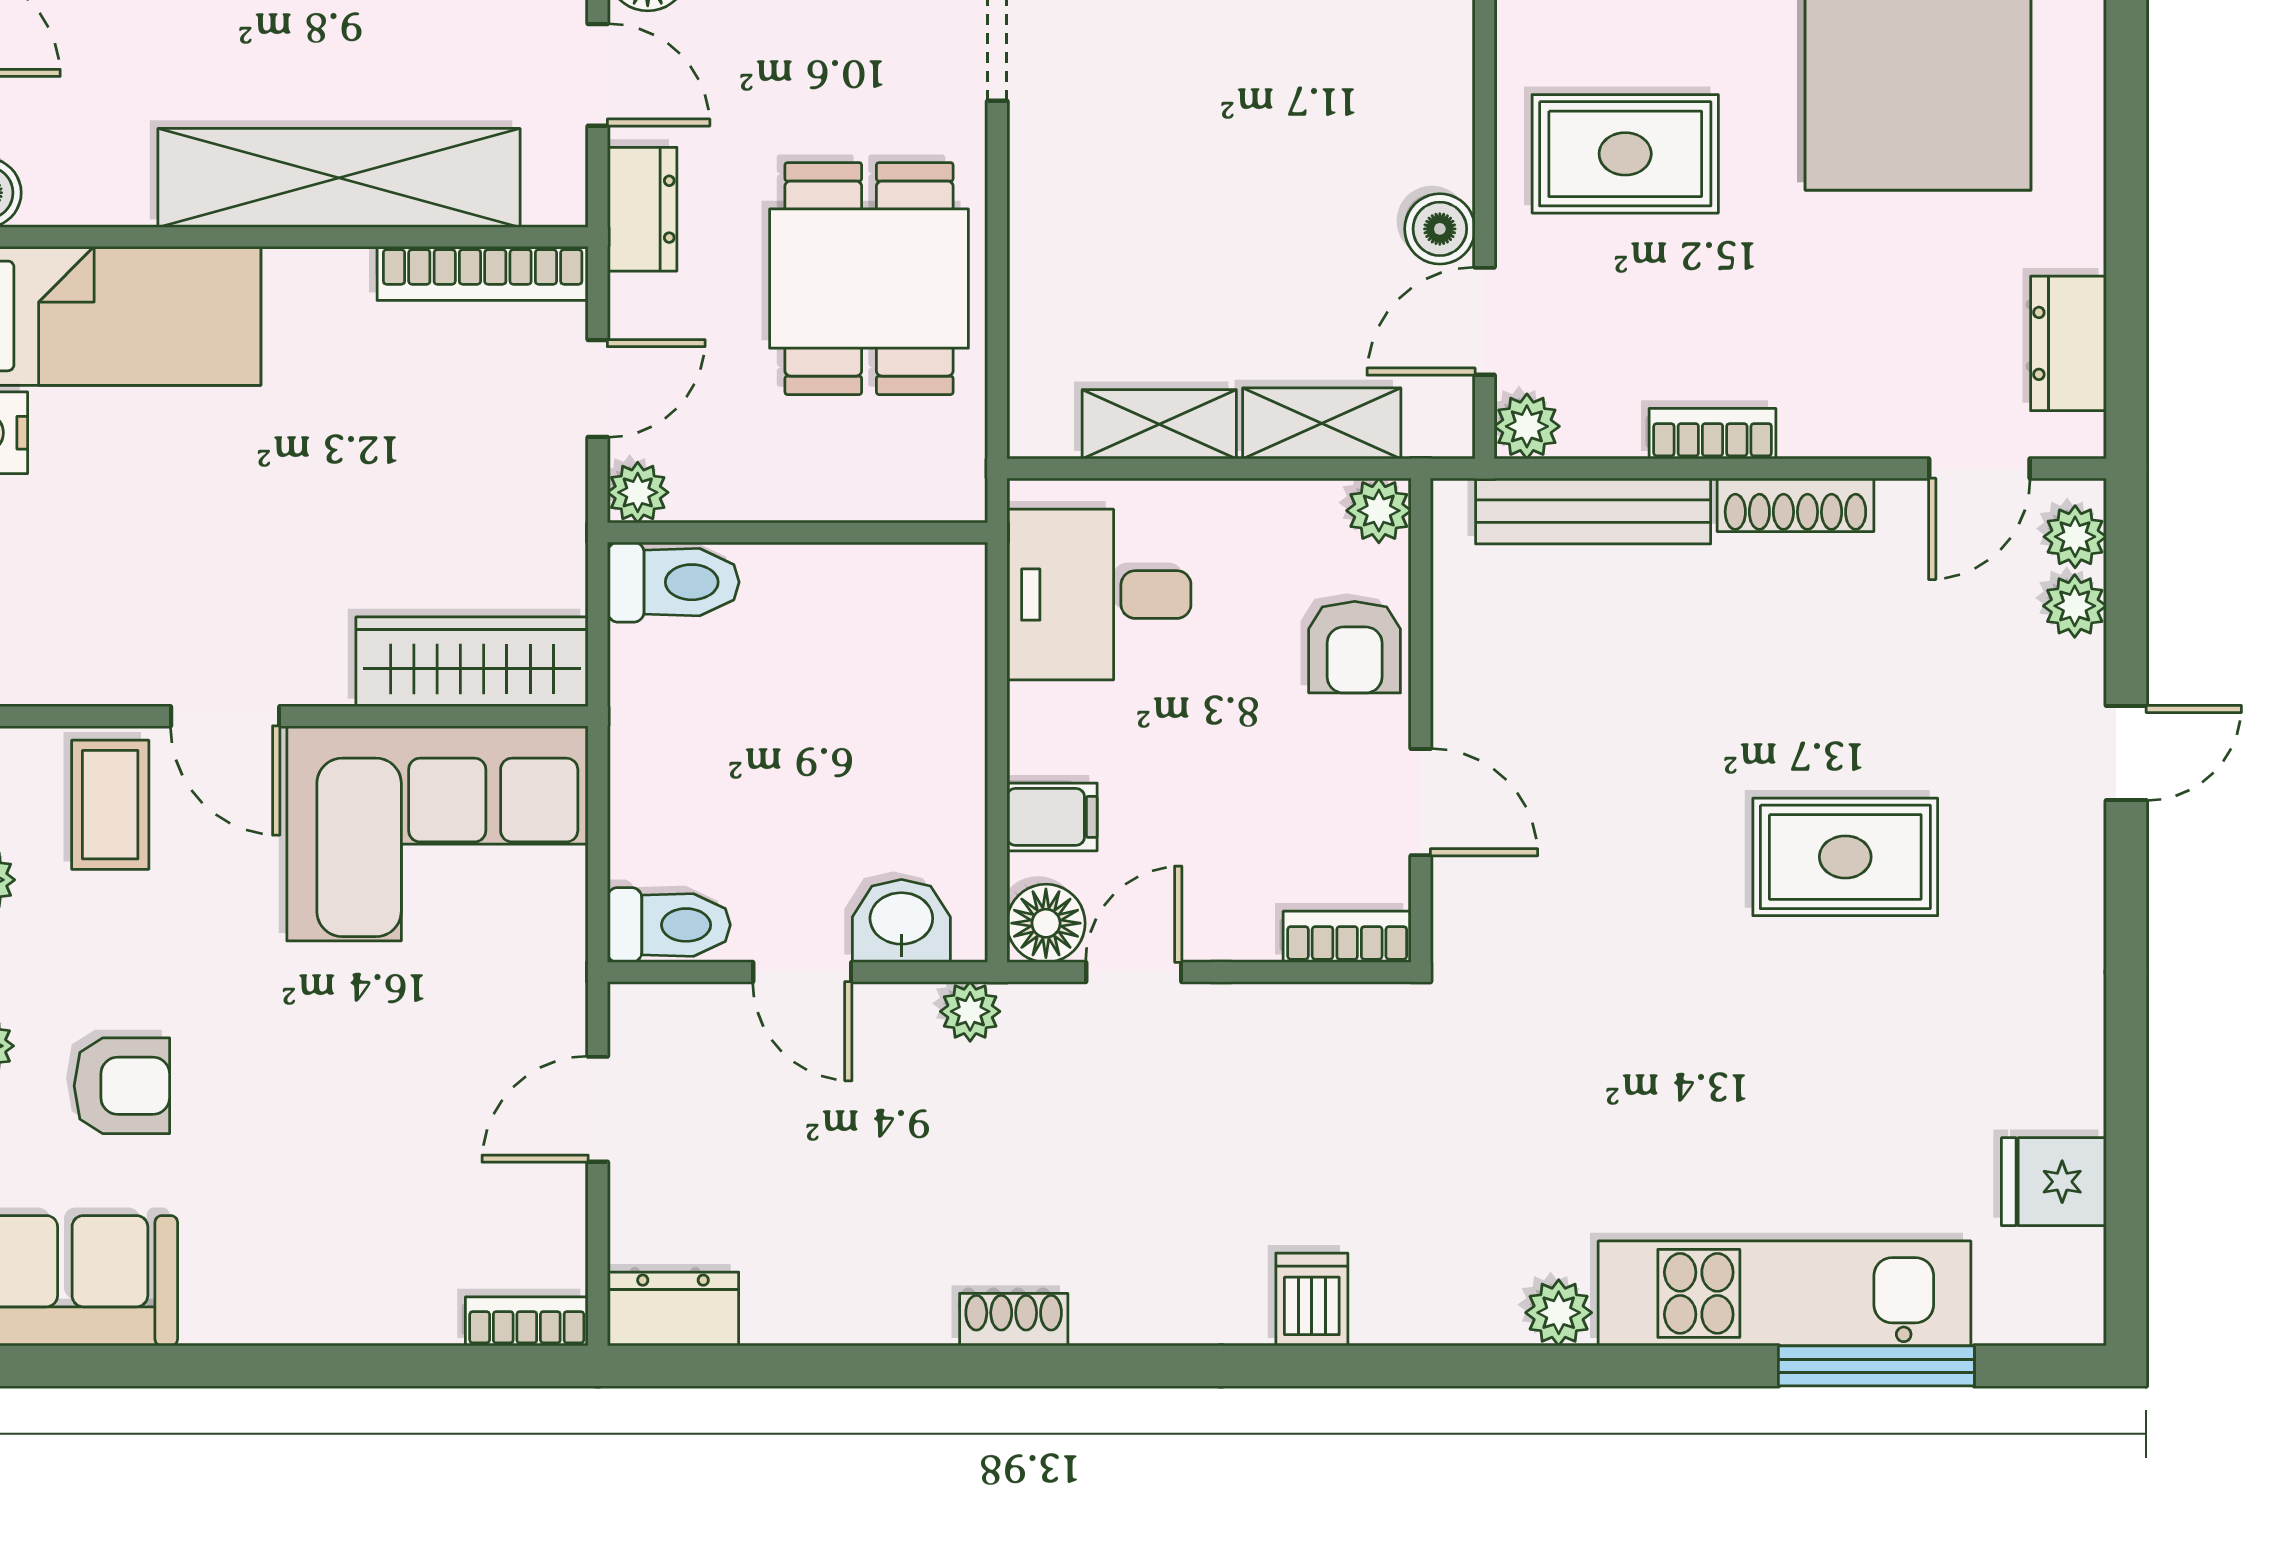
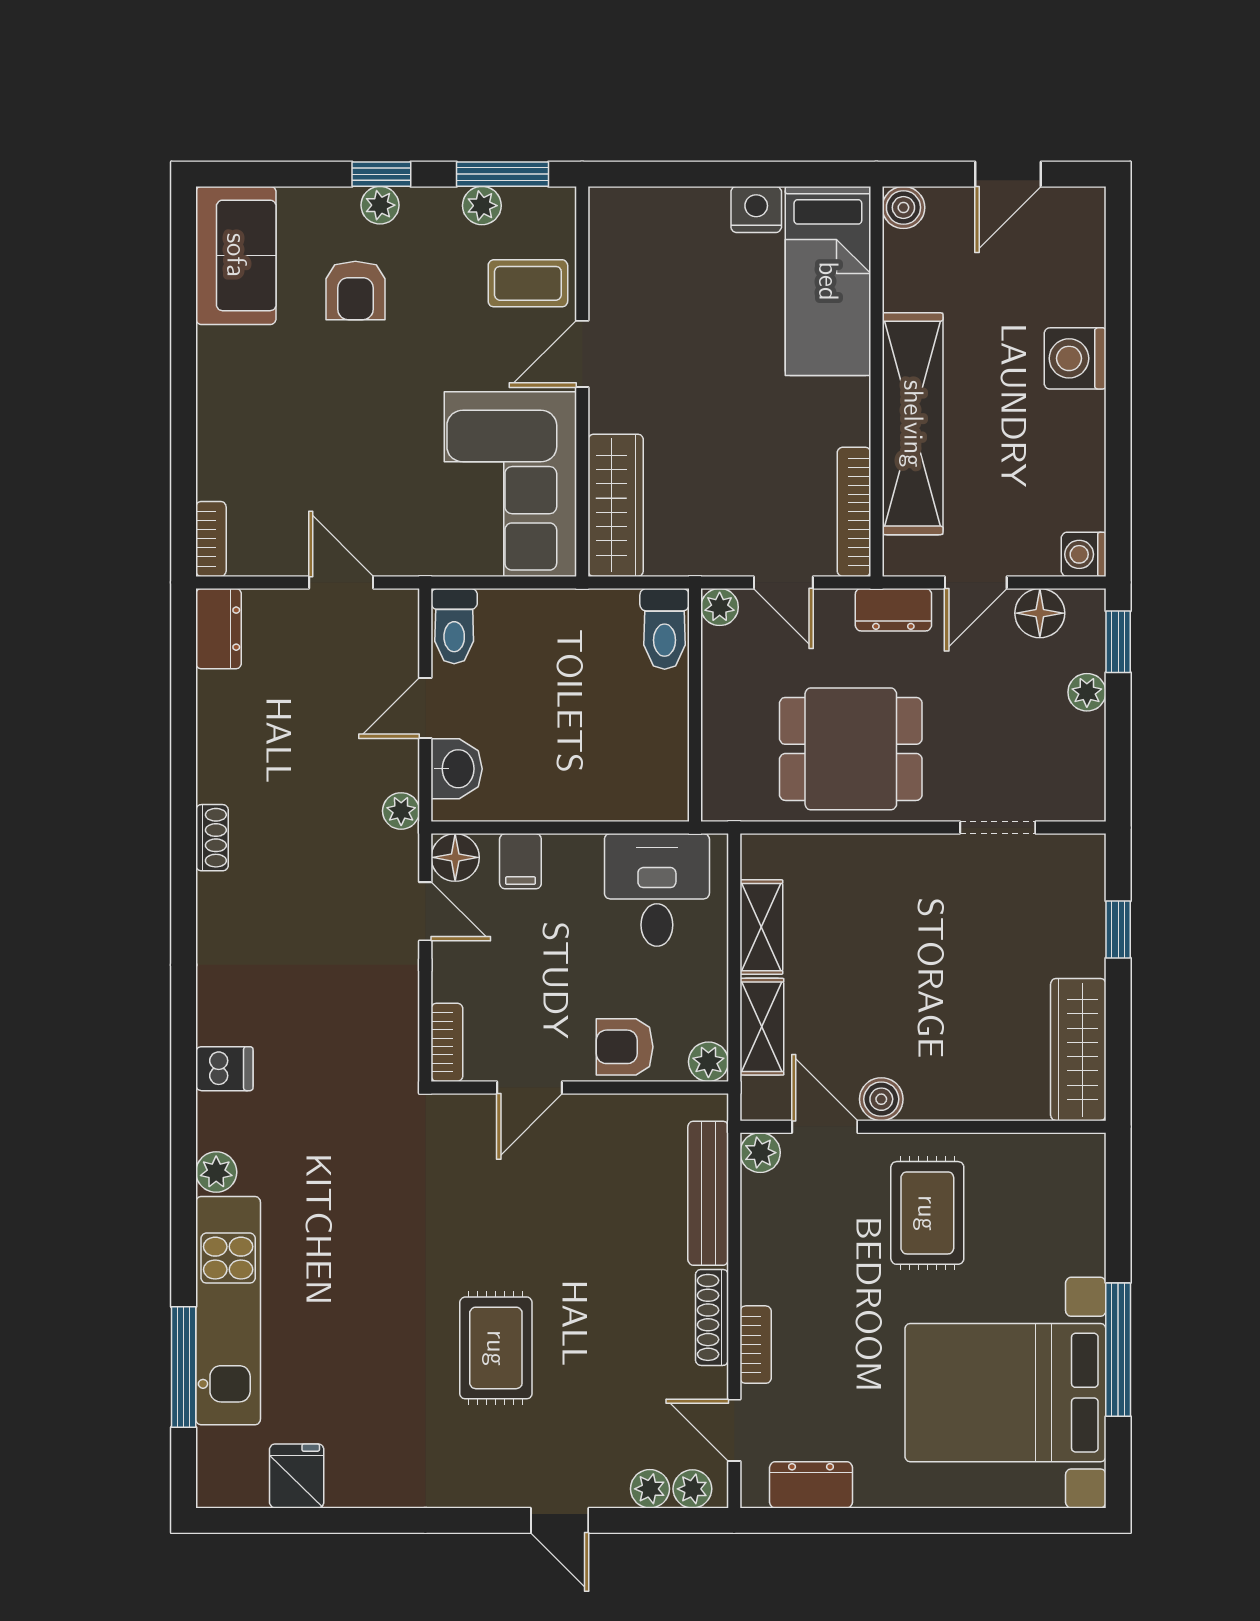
bookcase: (1713, 434) -> (756, 1345), moved
dishwasher: (1312, 1299) -> (224, 1069), moved

